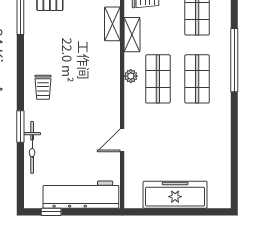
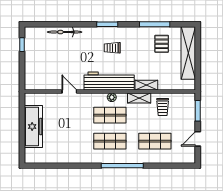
trolley: (43, 87) -> (112, 48), moved
window: (20, 127) -> (107, 24), moved
workbench: (81, 195) -> (109, 81), moved, turned -90

